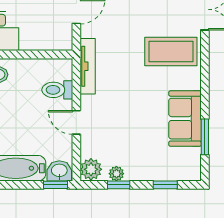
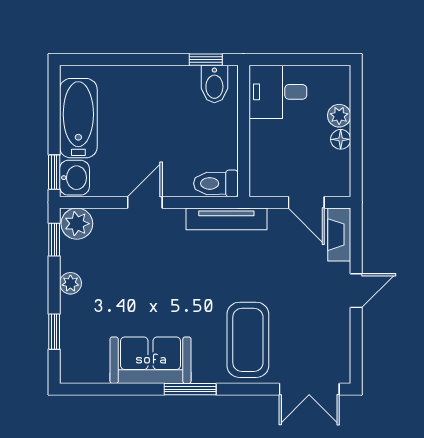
toilet: (57, 90) -> (216, 183), moved, turned -90
window: (205, 137) -> (190, 389), moved
plant: (116, 174) -> (70, 283), moved
window: (119, 185) -> (54, 240), moved

